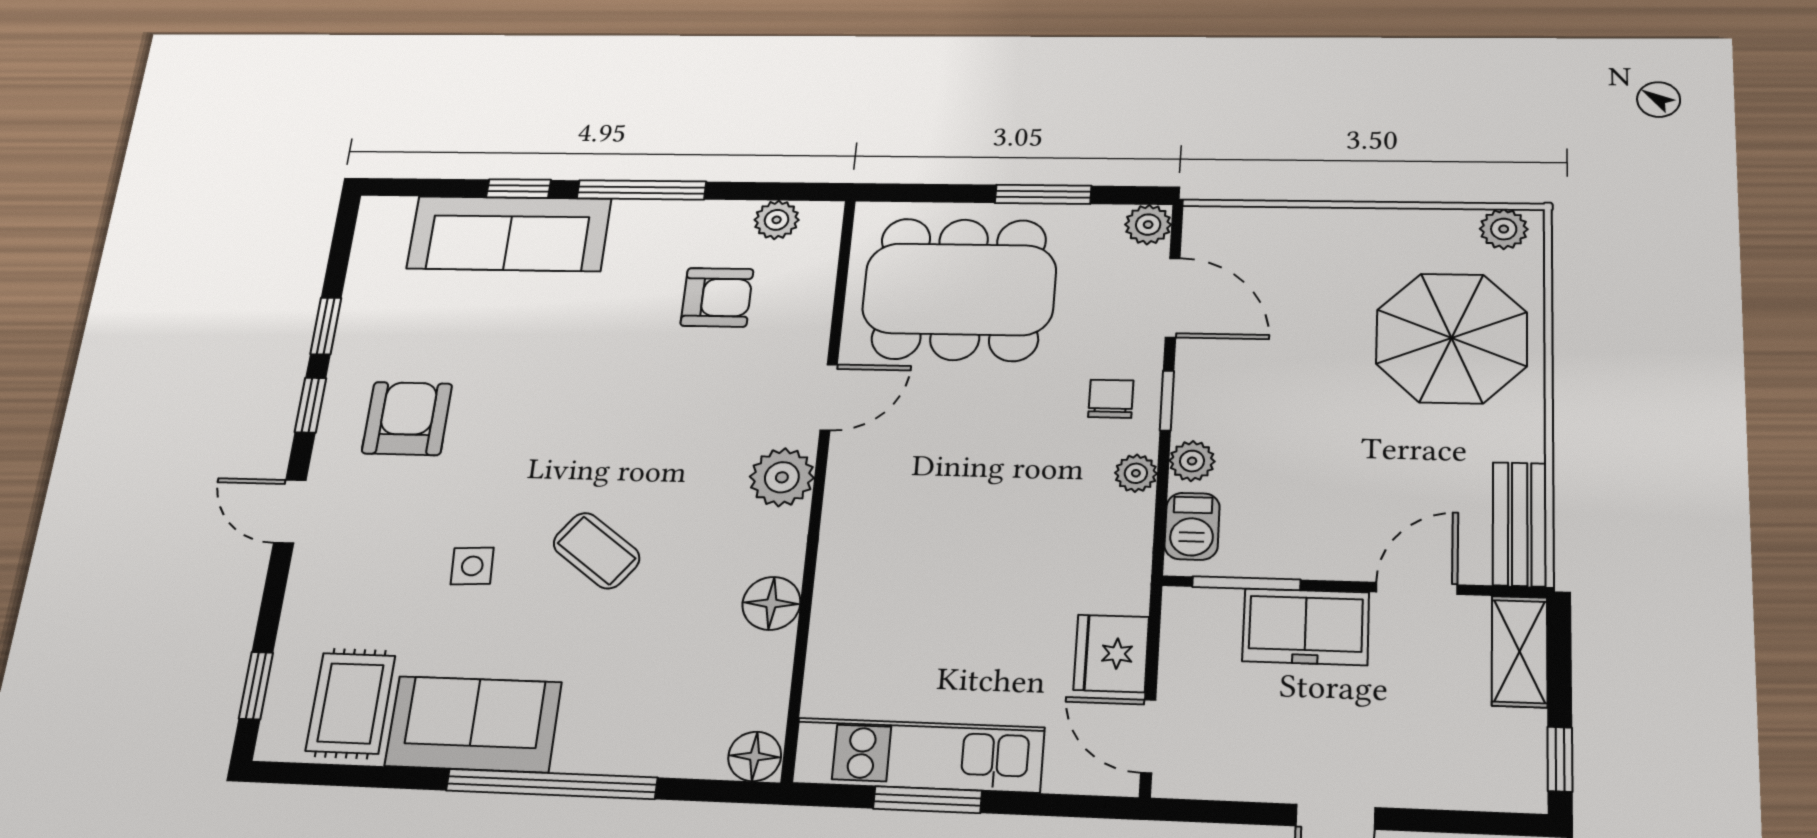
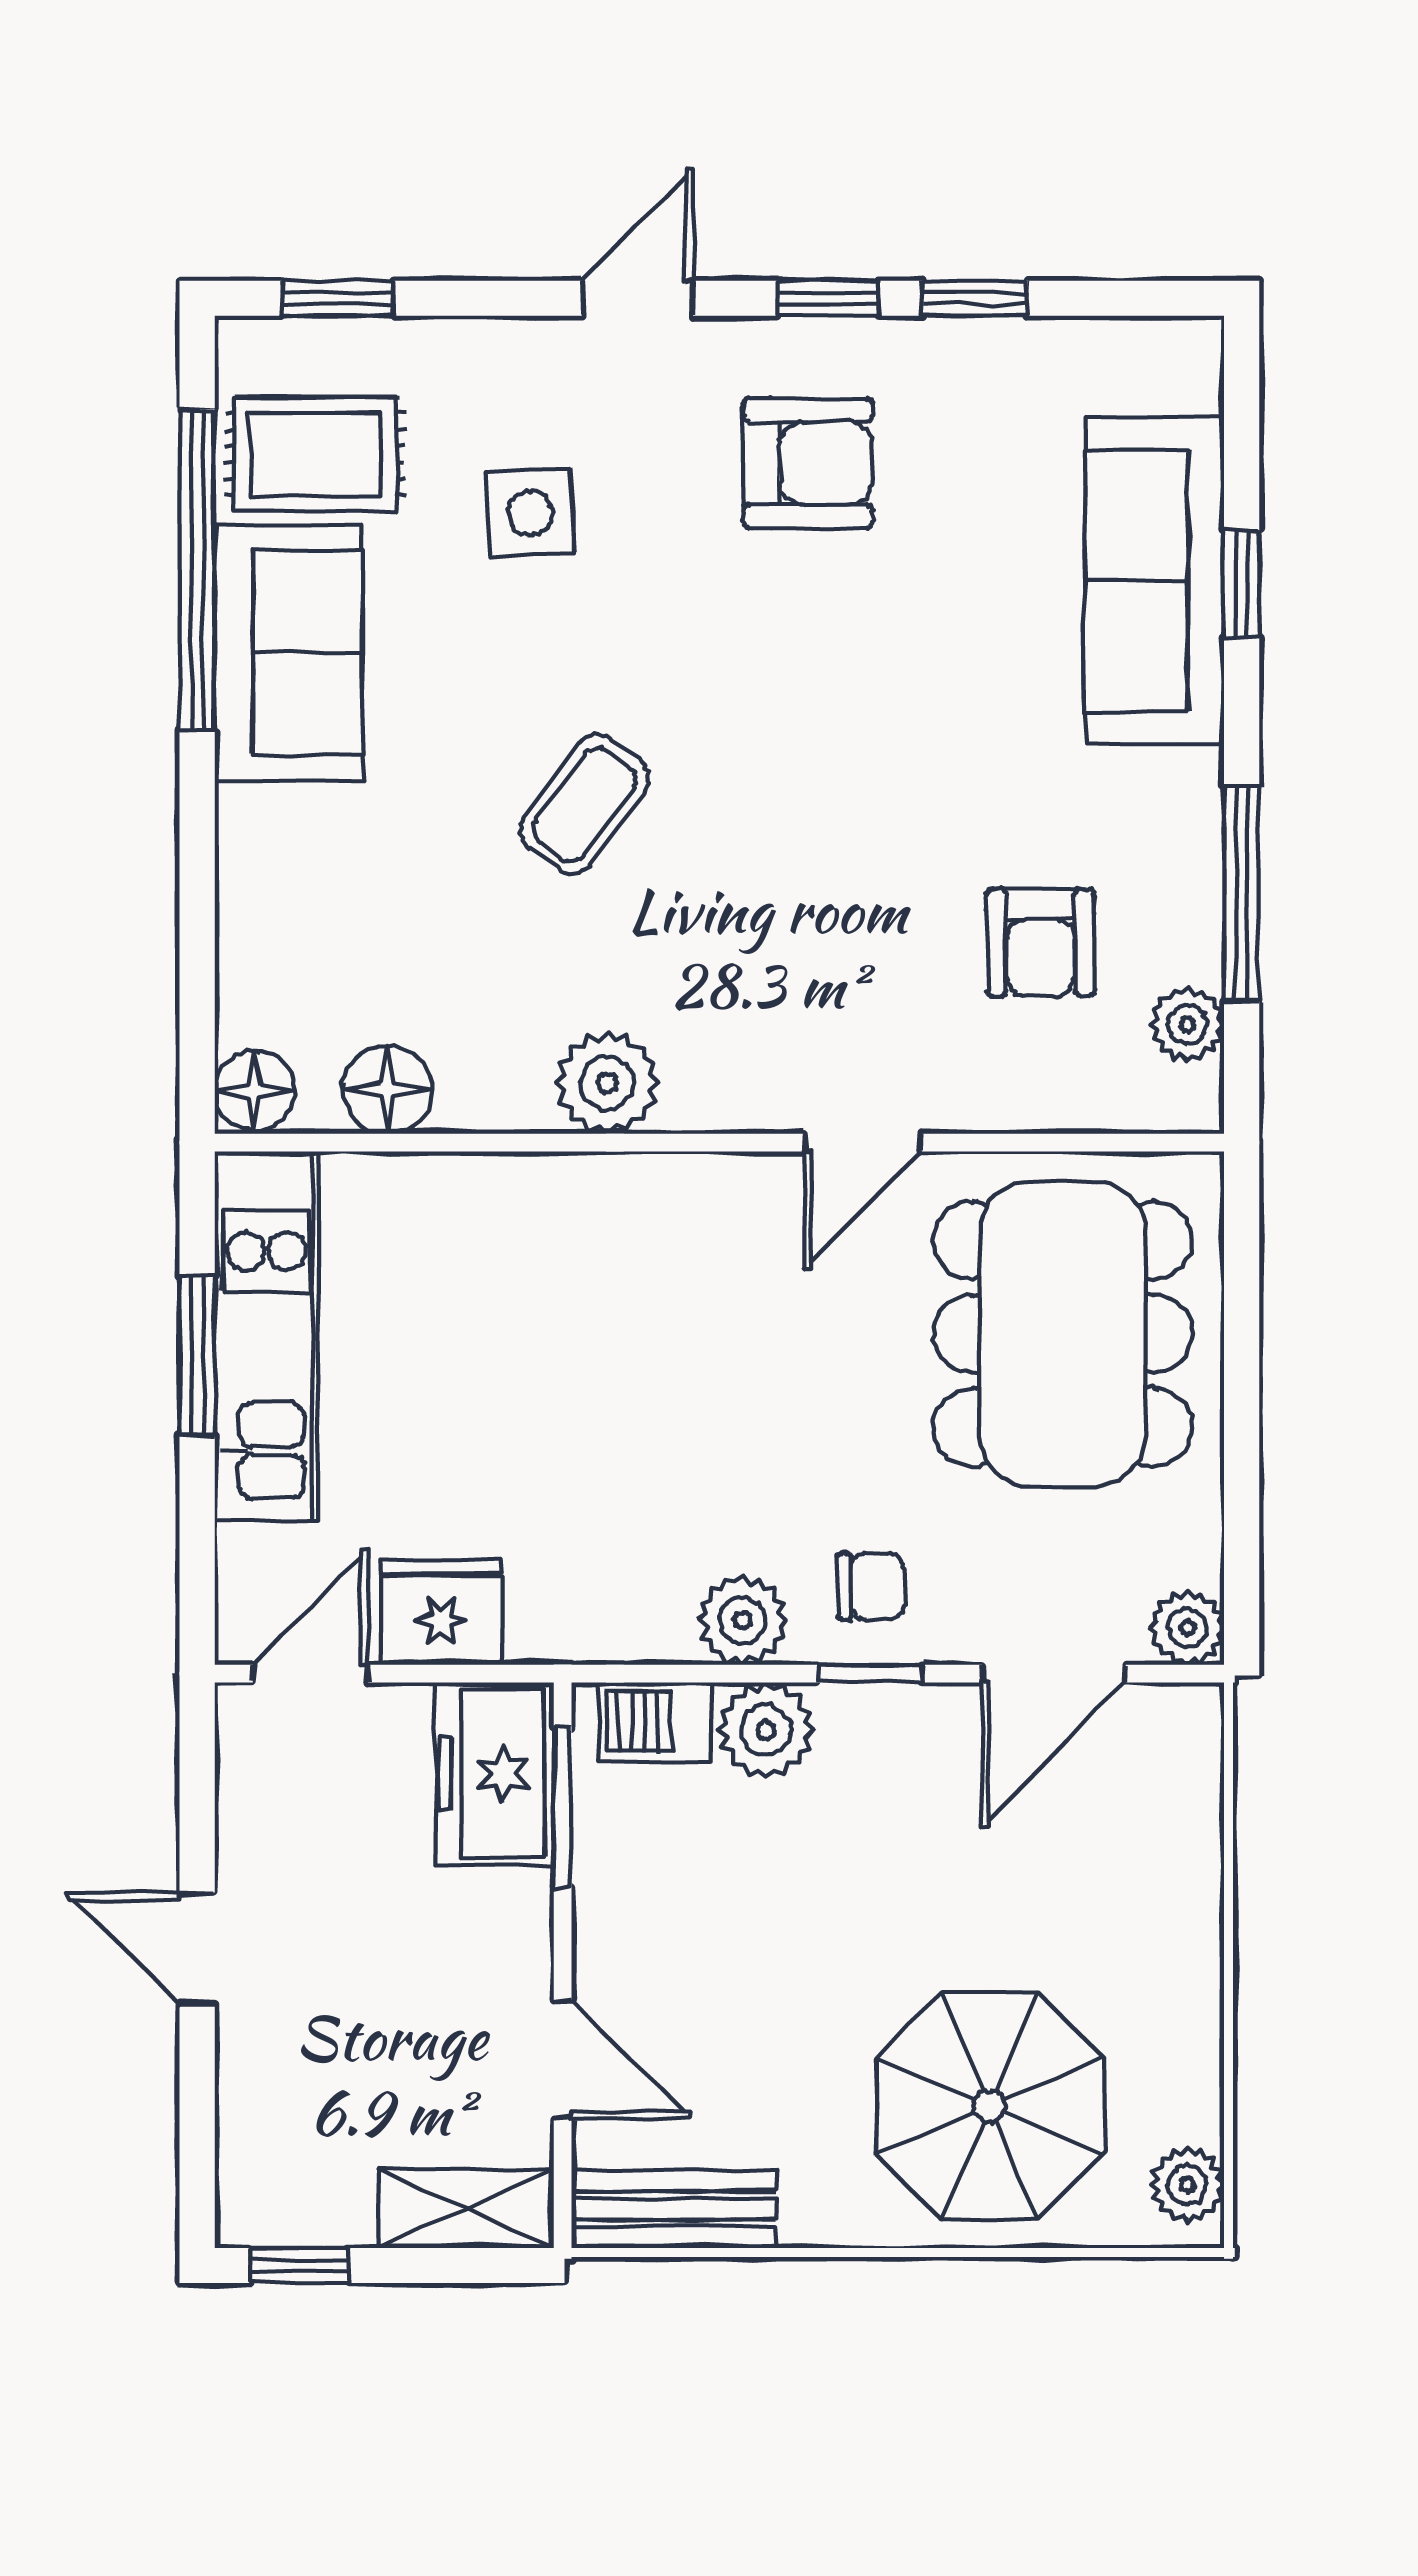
window: (641, 190) -> (1242, 893), moved
window: (1043, 194) -> (1242, 1456), removed
door: (829, 397) -> (863, 1143), hinge flipped
plant: (1192, 461) -> (766, 1730), width x1.38, depth x1.38
plant: (1136, 473) -> (742, 1620), width x1.38, depth x1.38
plant: (782, 477) -> (607, 1083), moved
side table: (472, 566) -> (530, 513), moved, width x1.37, depth x1.37
floor lamp: (771, 603) -> (387, 1089), moved
freezer: (1306, 627) -> (495, 1774), moved
window: (551, 784) -> (197, 570), moved

